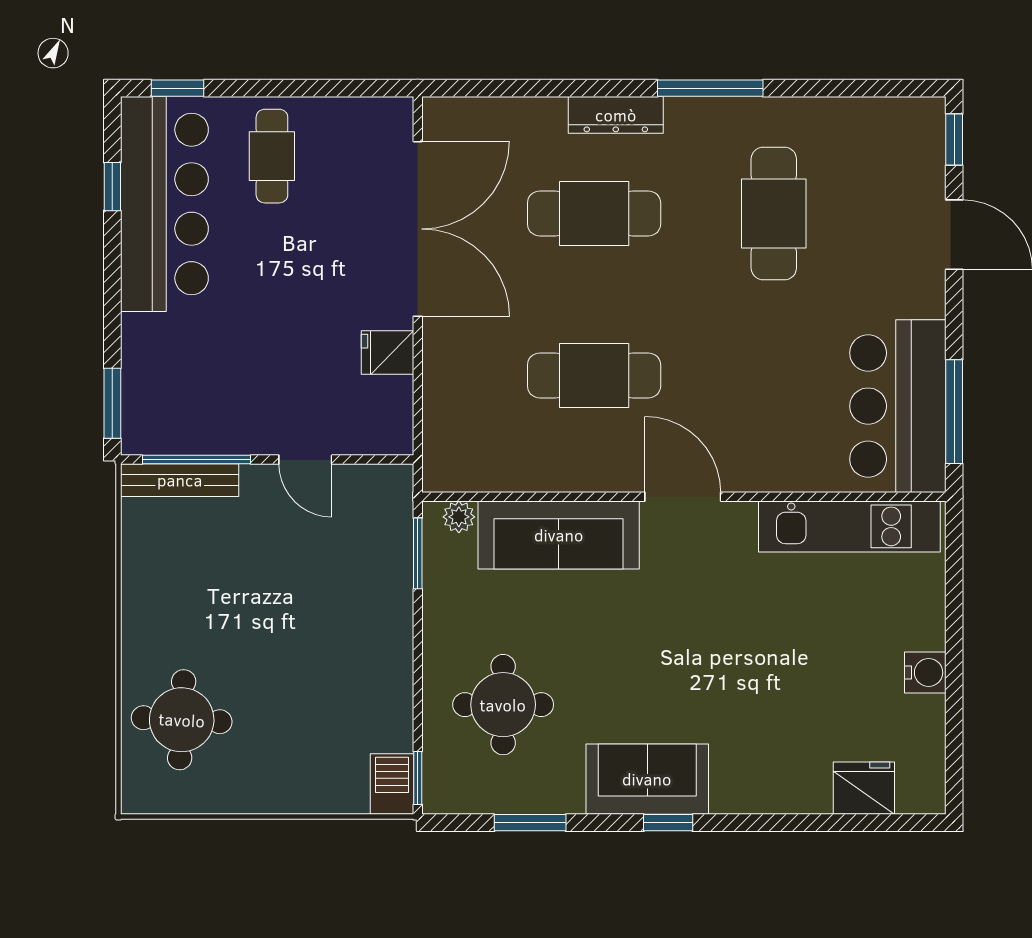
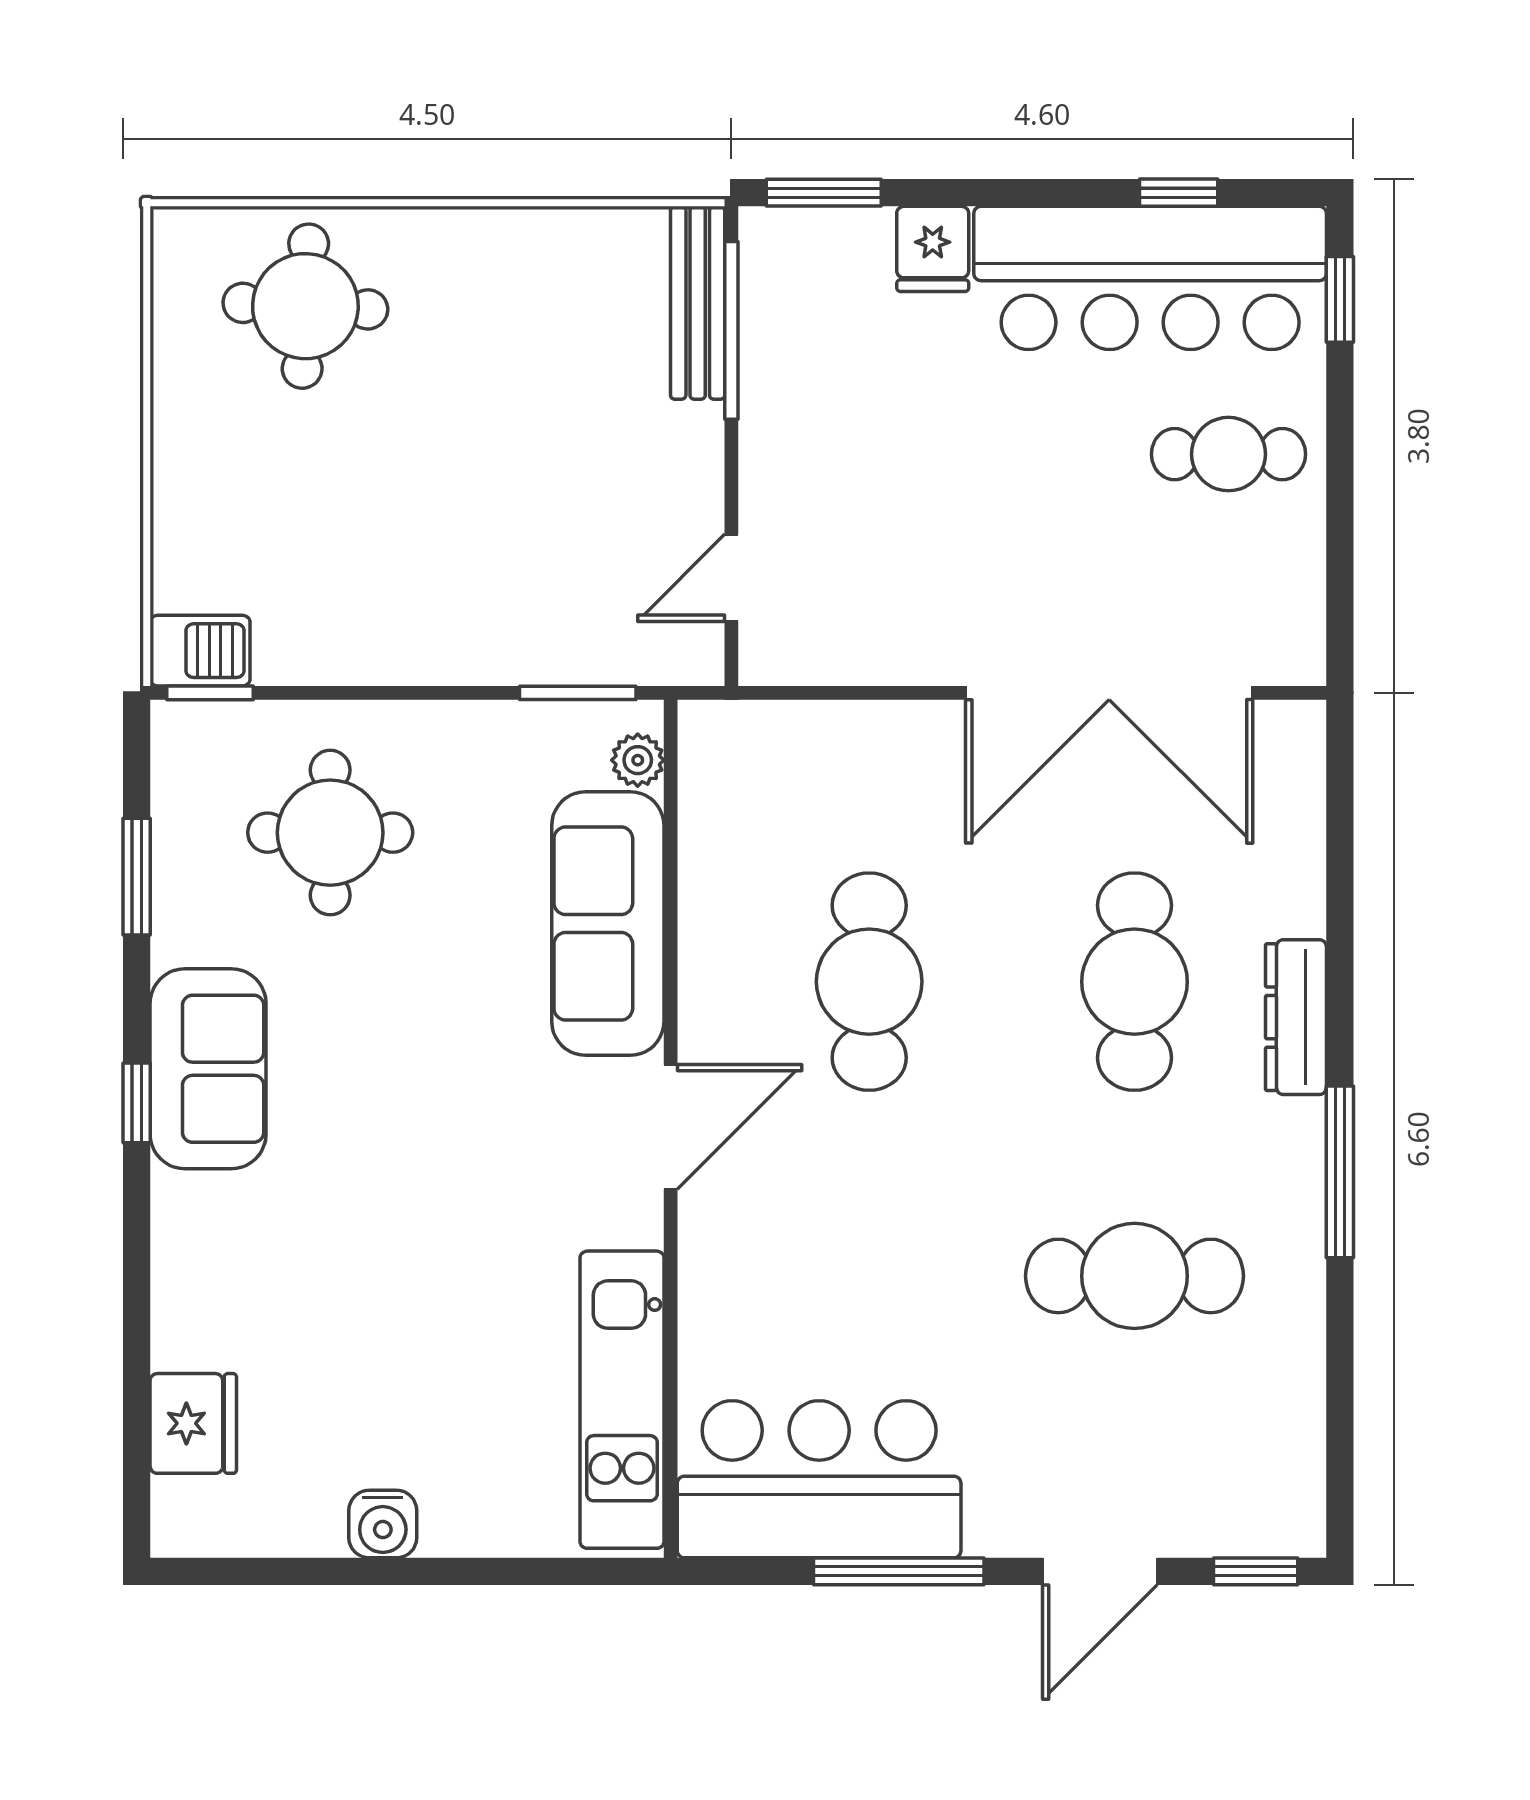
fridge: (388, 352) -> (933, 249), moved, turned 180
window: (954, 412) -> (899, 1571), moved
door: (305, 460) -> (731, 578), moved

